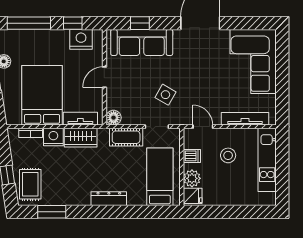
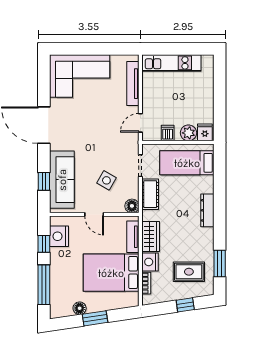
side table: (165, 95) -> (106, 180), moved
stool: (228, 155) -> (167, 99), removed
rug: (30, 184) -> (189, 272), moved

